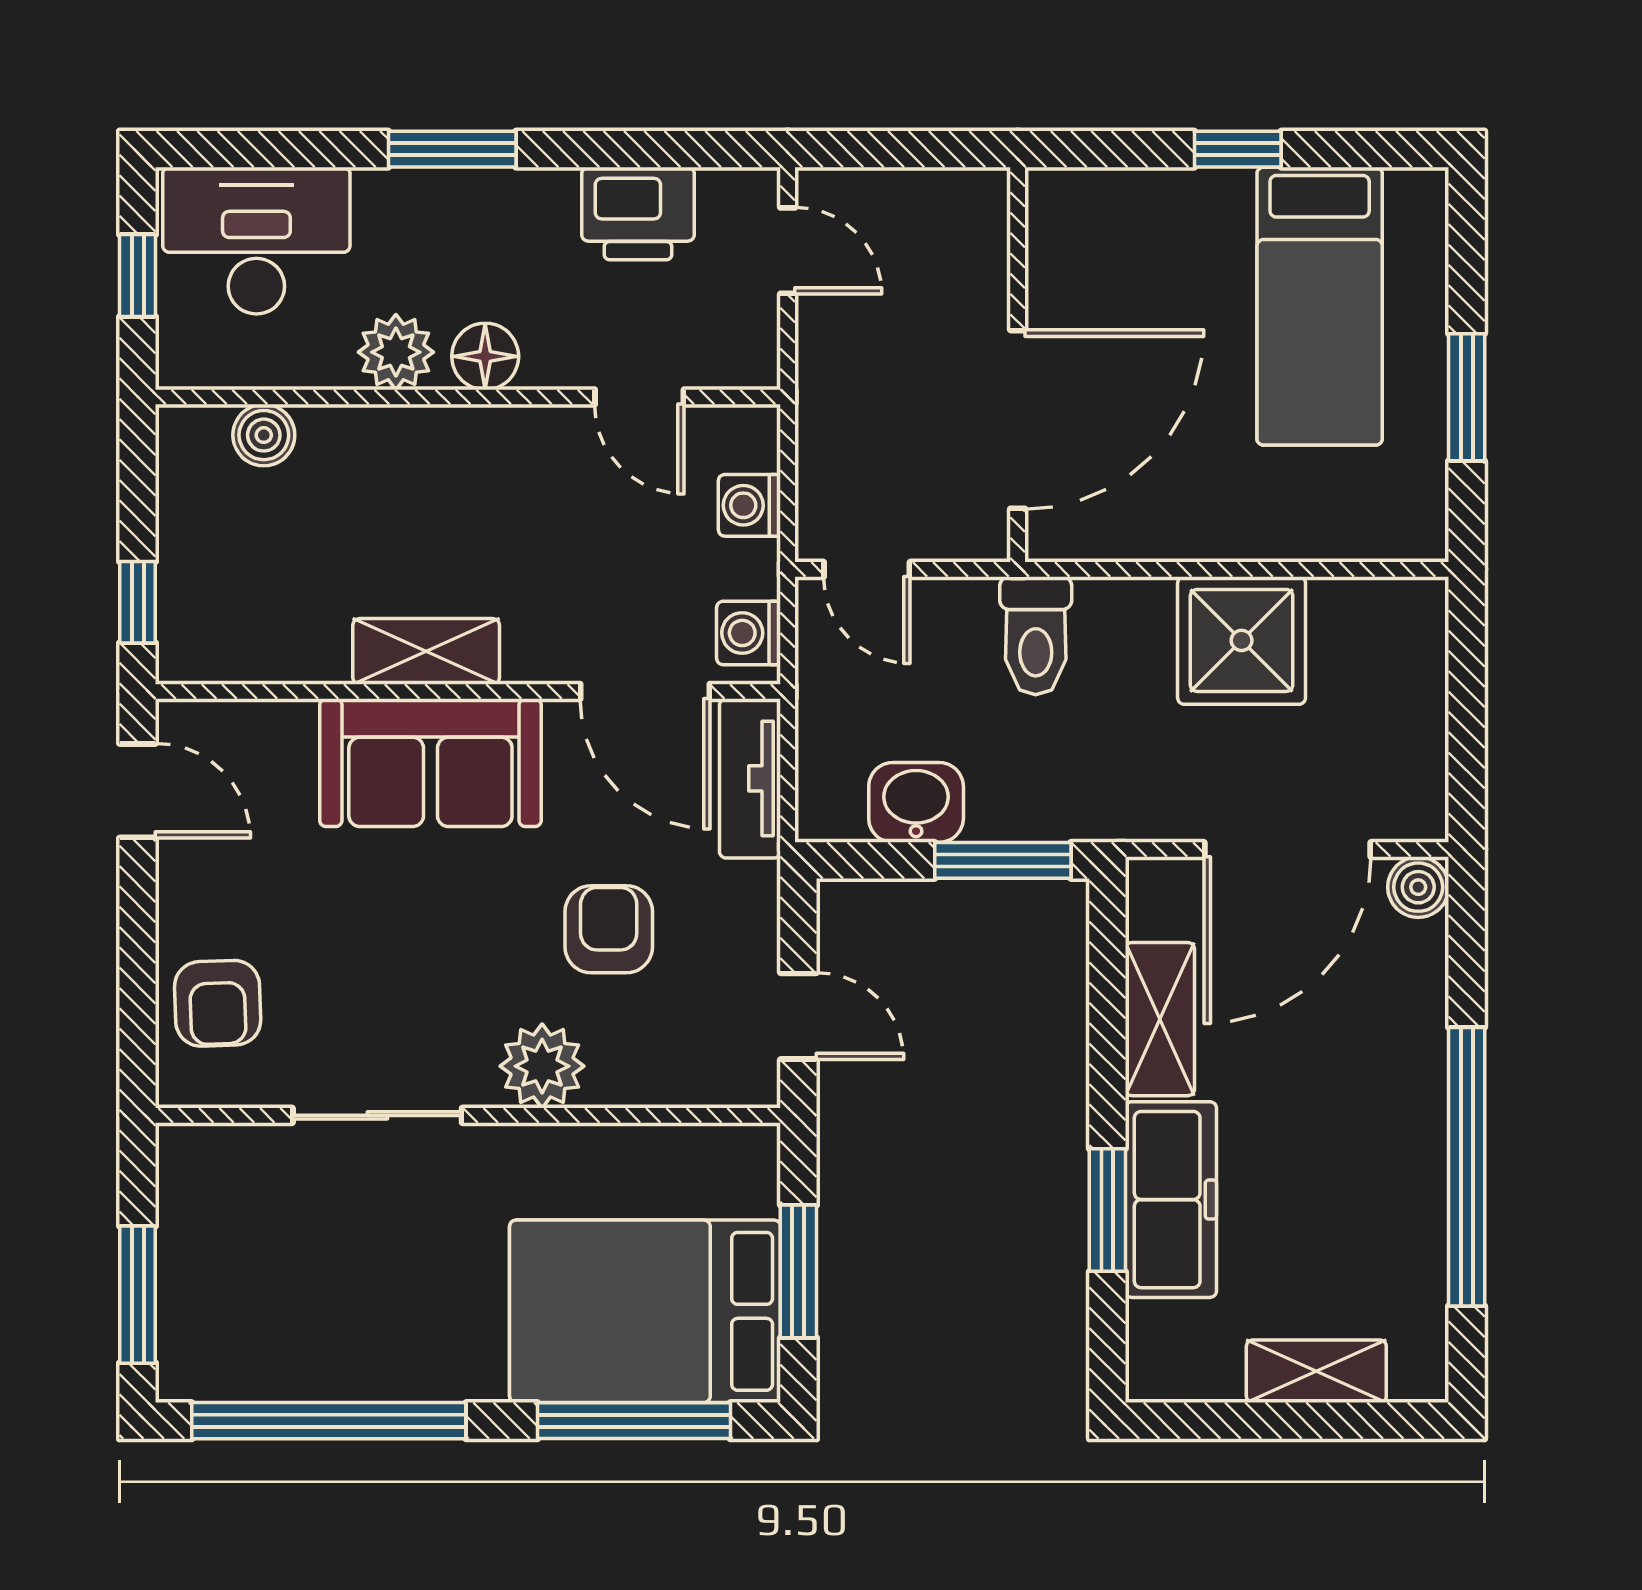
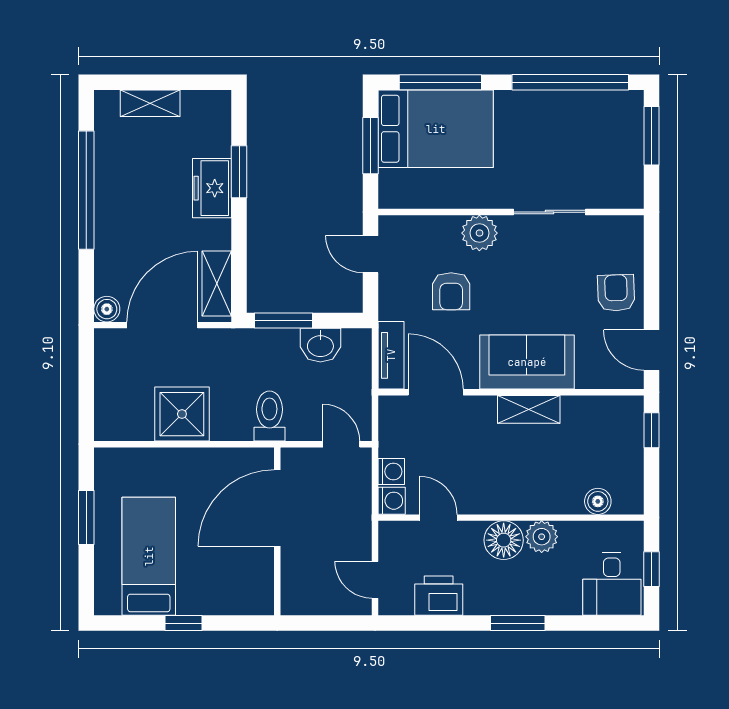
desk: (256, 241) -> (612, 584), width x0.73
floor lamp: (485, 356) -> (504, 540), width x1.38, depth x1.38
washing machine: (749, 633) -> (392, 501), moved
armchair: (218, 1003) -> (616, 293), moved
shelving: (1160, 1019) -> (217, 284), moved
freezer: (1171, 1200) -> (212, 188), width x0.71

